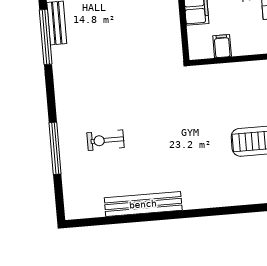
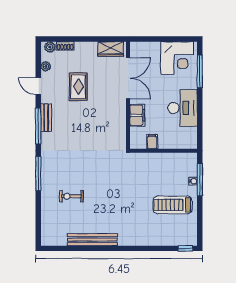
window: (55, 148) -> (38, 173), moved

